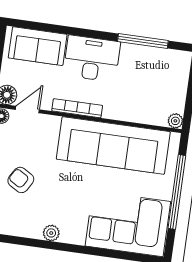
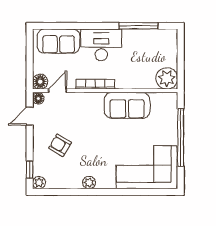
plant: (175, 121) -> (167, 78), width x1.88, depth x1.88
sofa: (113, 145) -> (127, 105), width x0.54, depth x0.79

